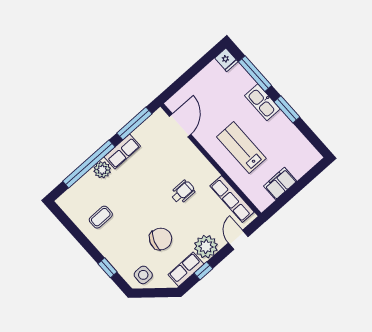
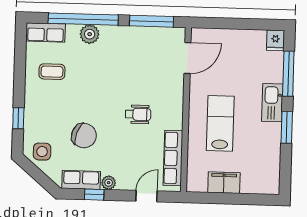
row of seats: (122, 152) -> (46, 33), moved
plant: (206, 247) -> (109, 183), width x0.53, depth x0.53

